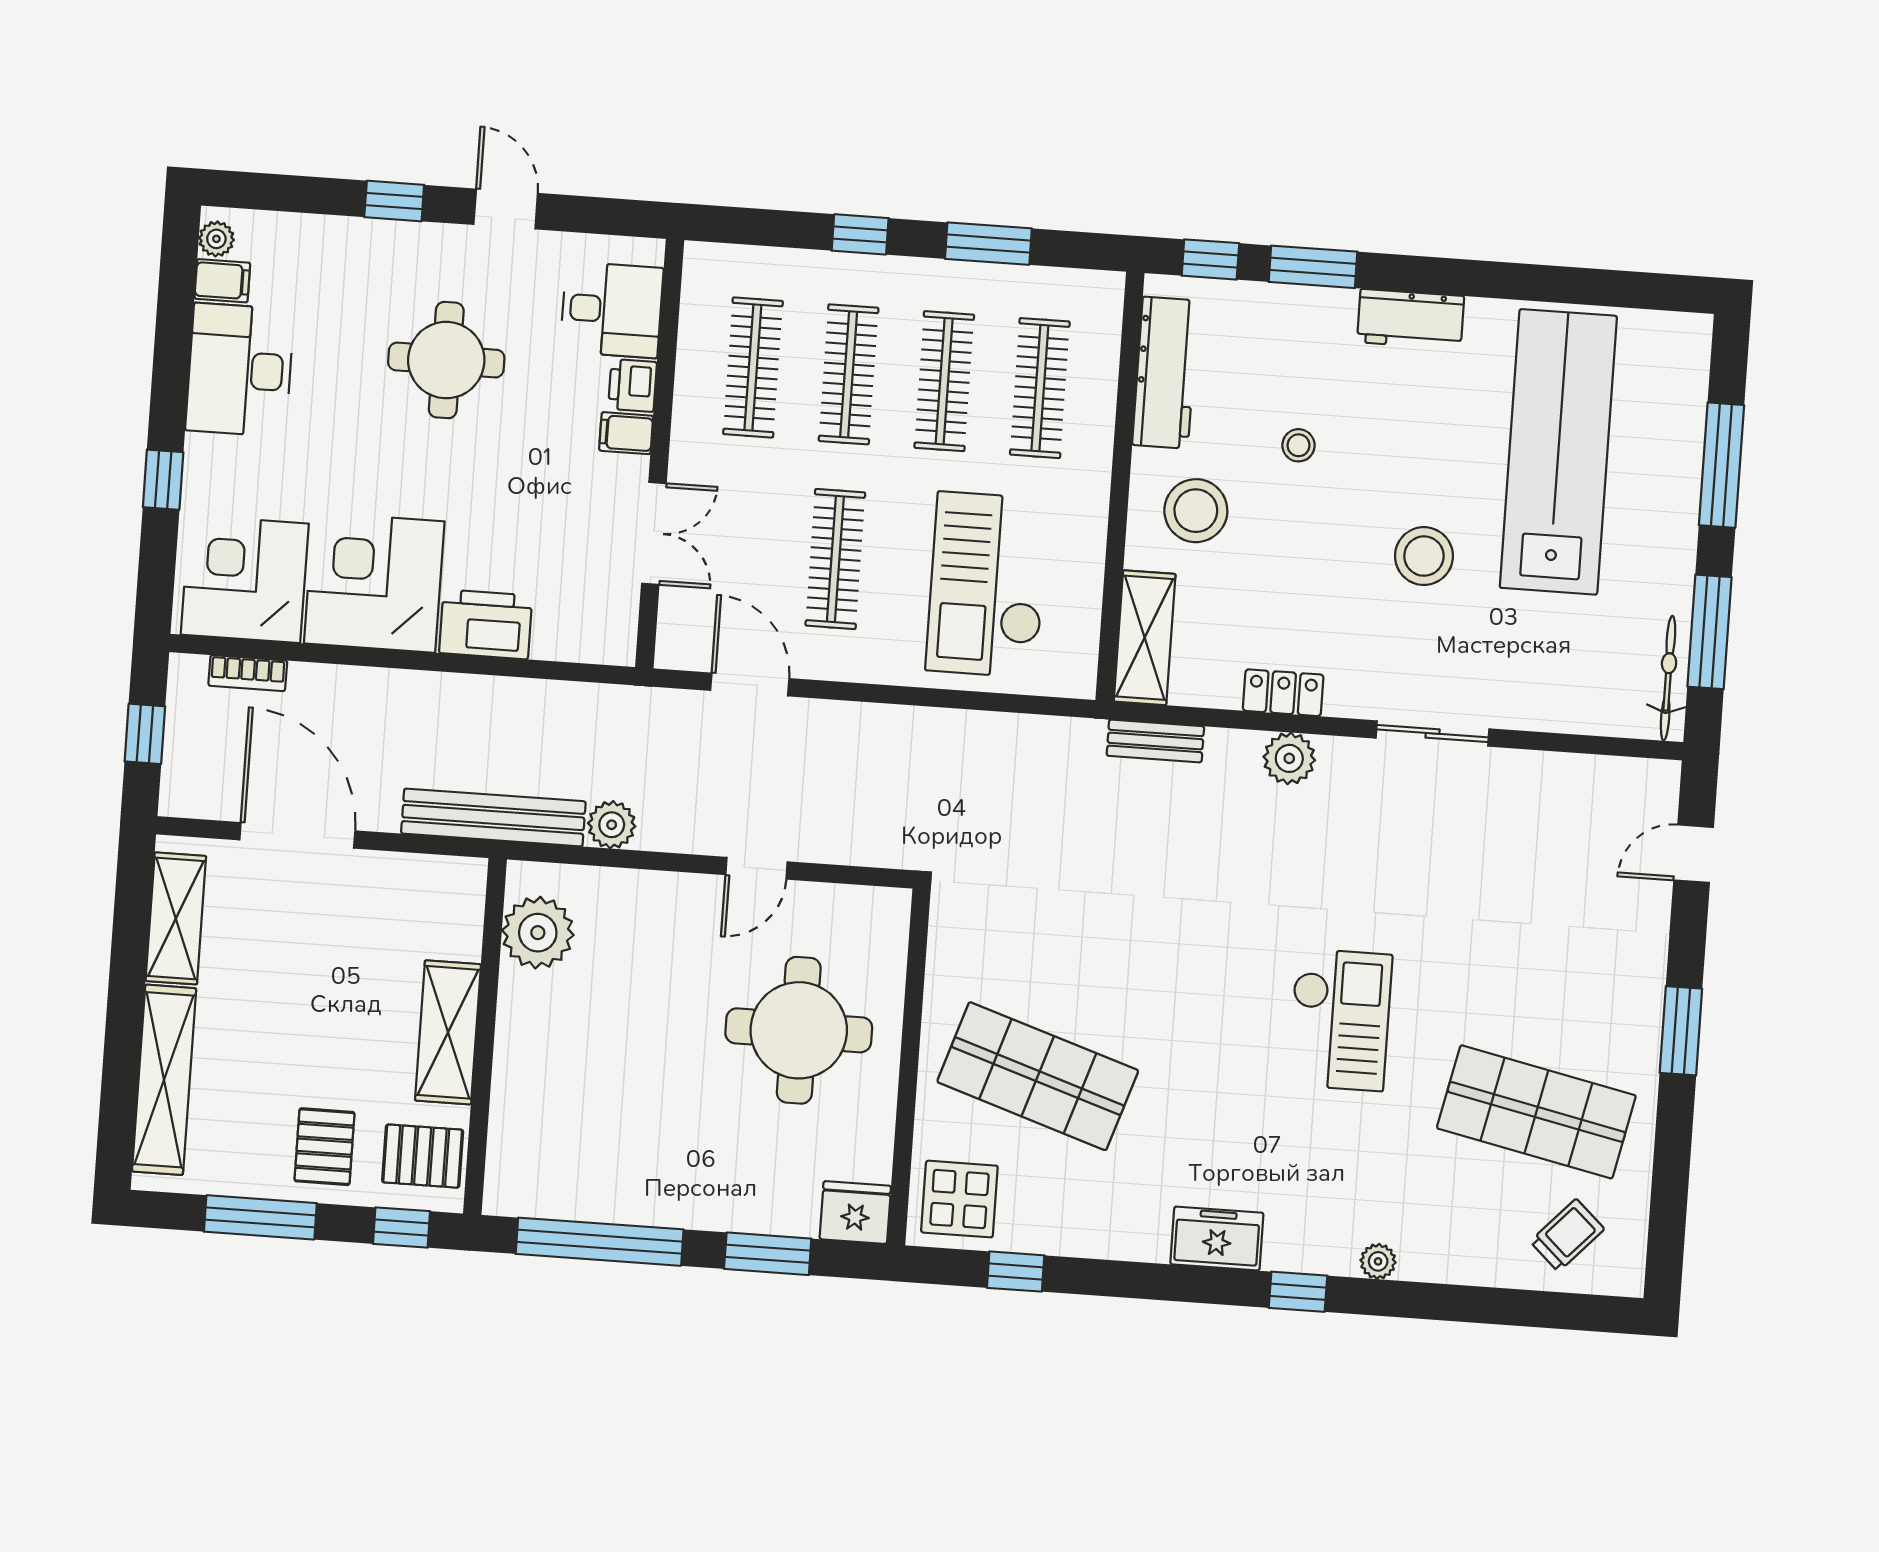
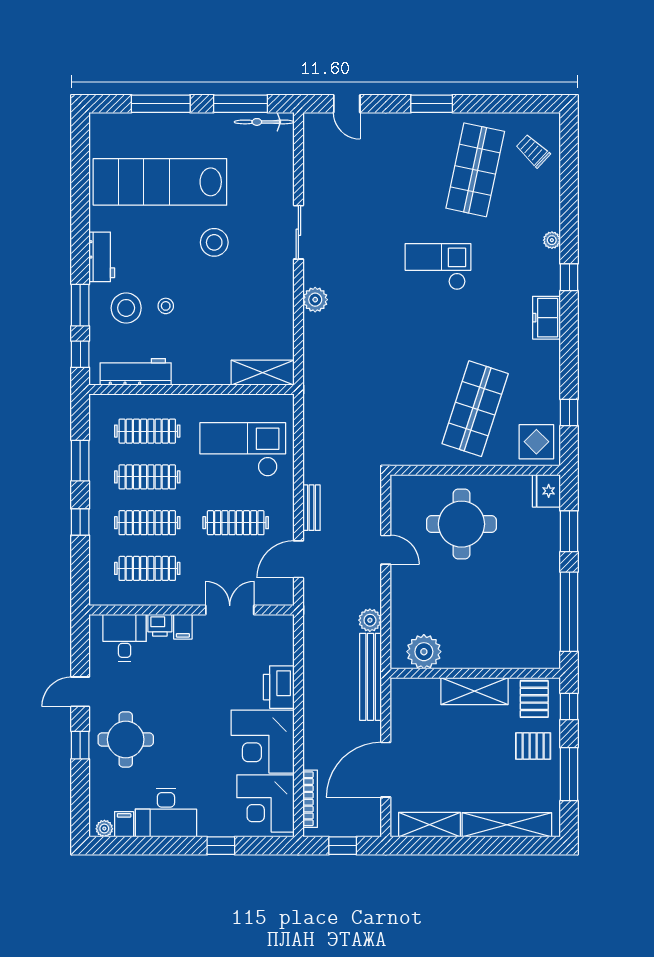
round table: (446, 360) -> (126, 739), moved
stool: (1196, 511) -> (126, 308), moved
checkout: (987, 585) -> (243, 449), turned 180
bookcase: (248, 673) -> (310, 799), width x1.56
locker: (1283, 693) -> (284, 305), removed
bench: (1155, 741) -> (311, 508), moved

